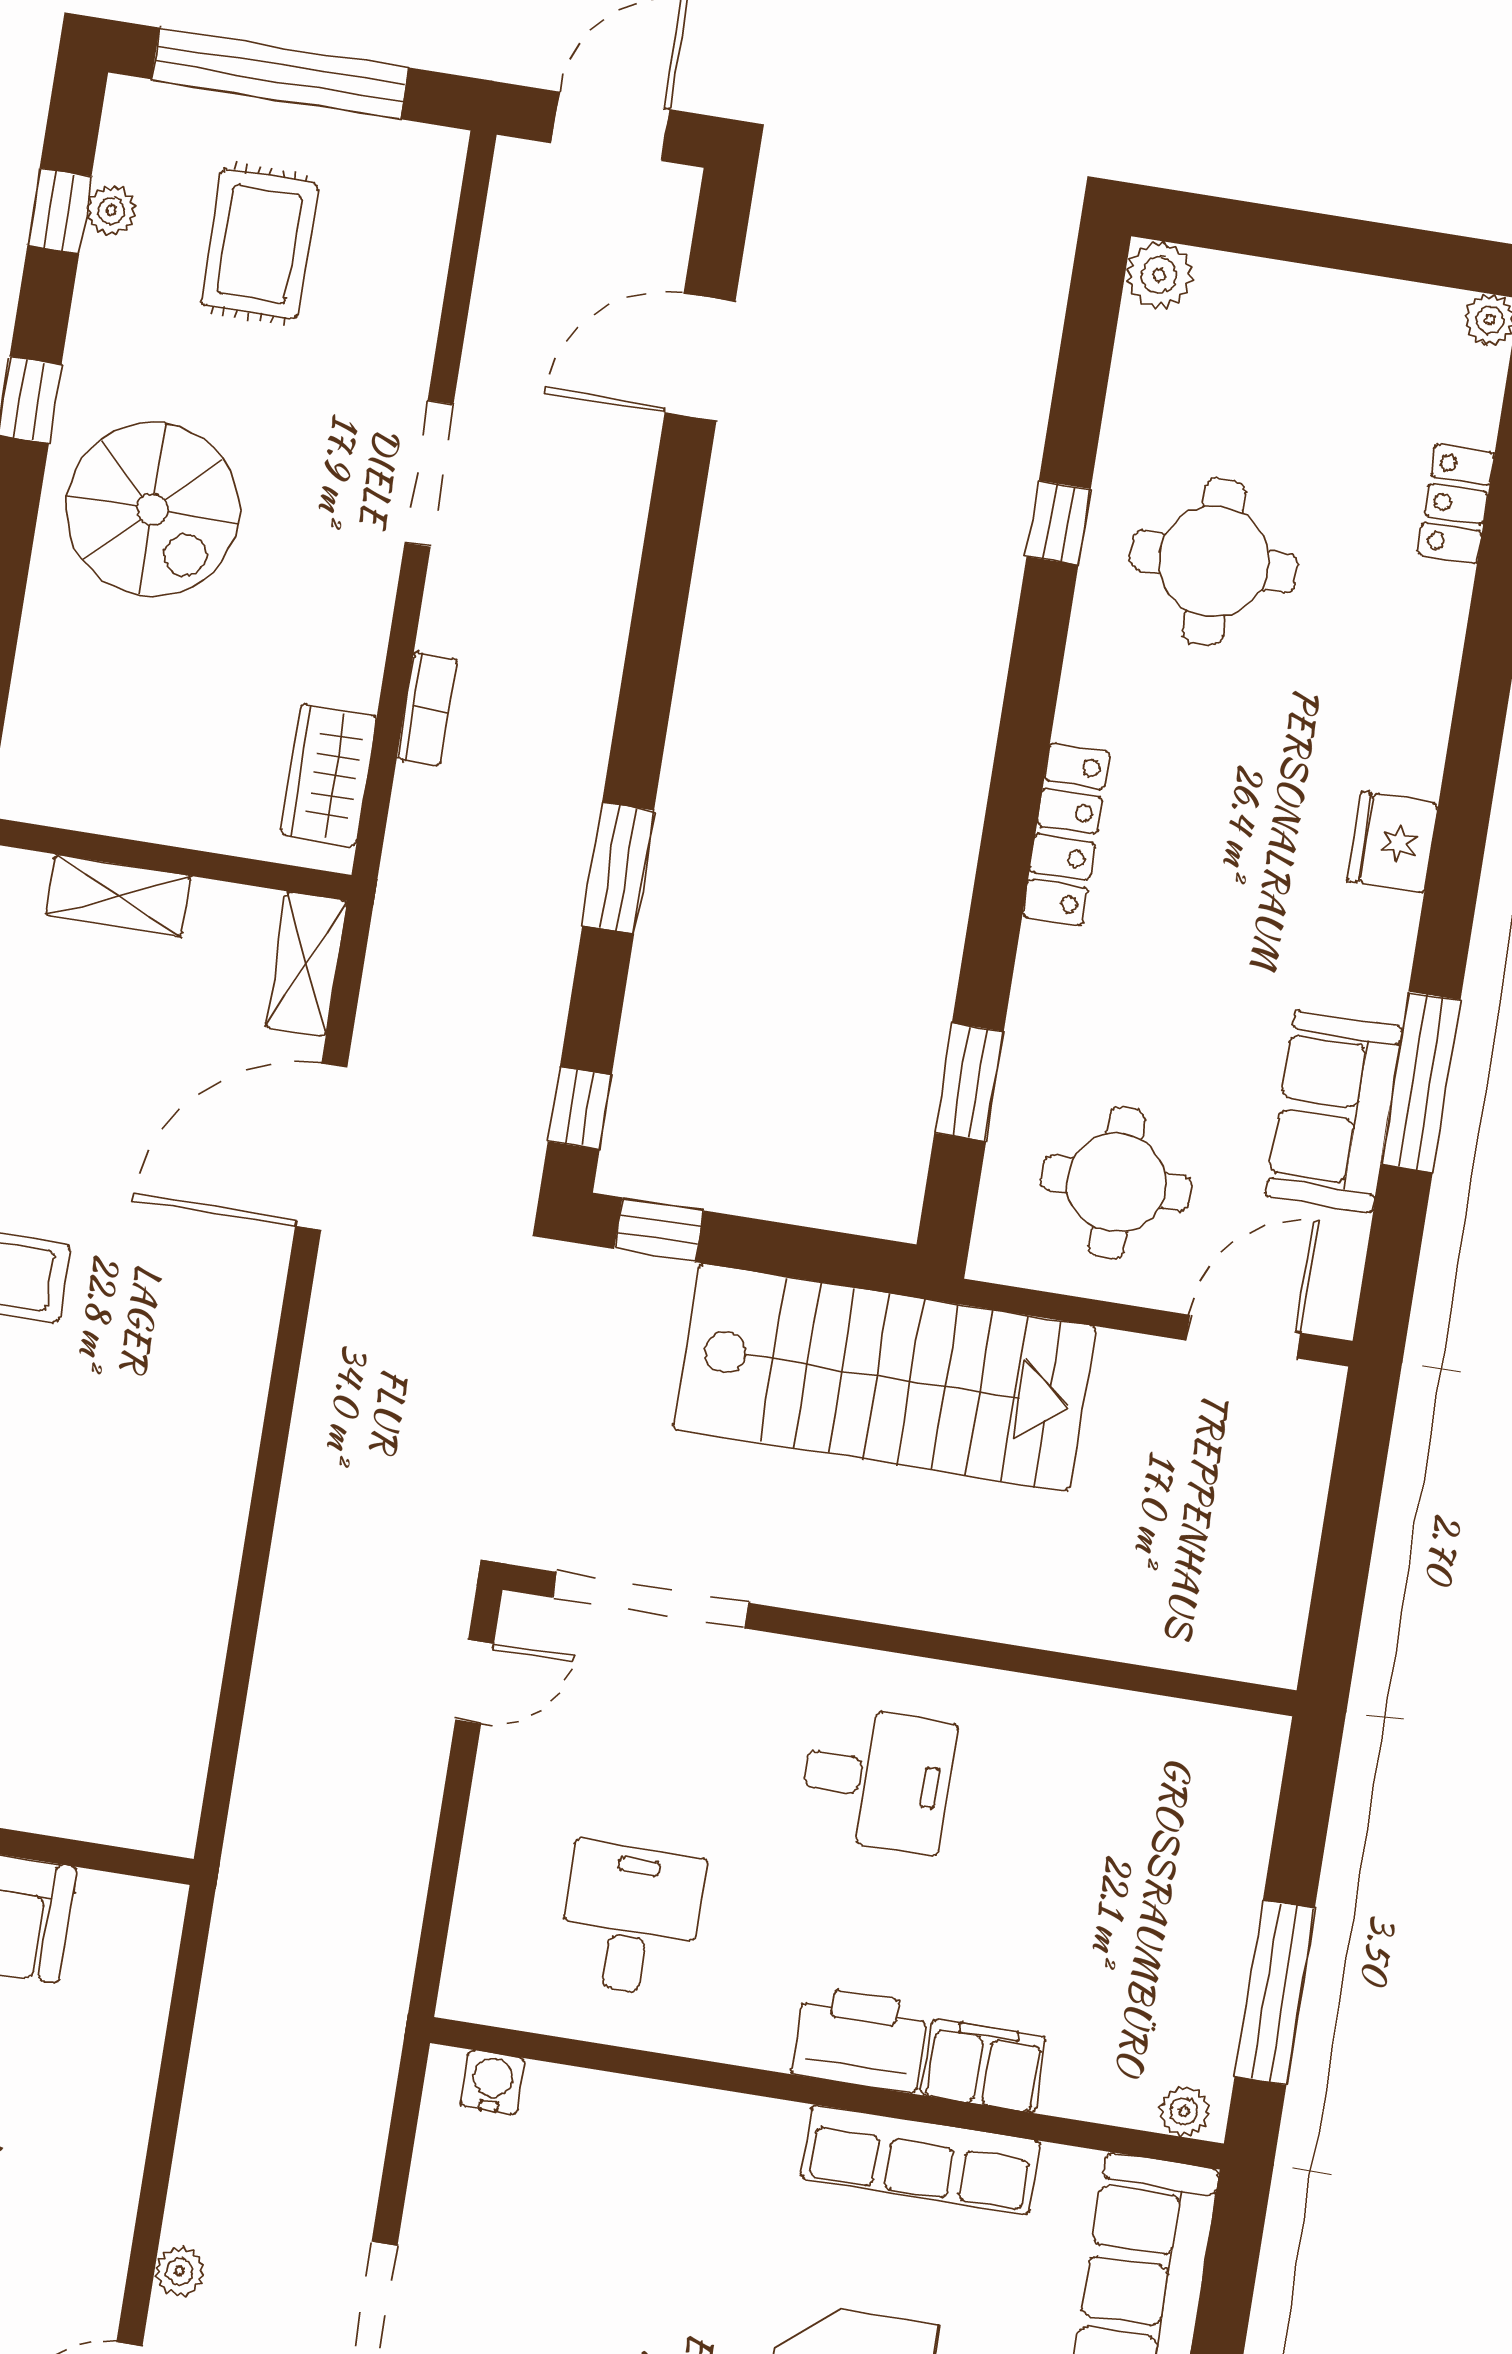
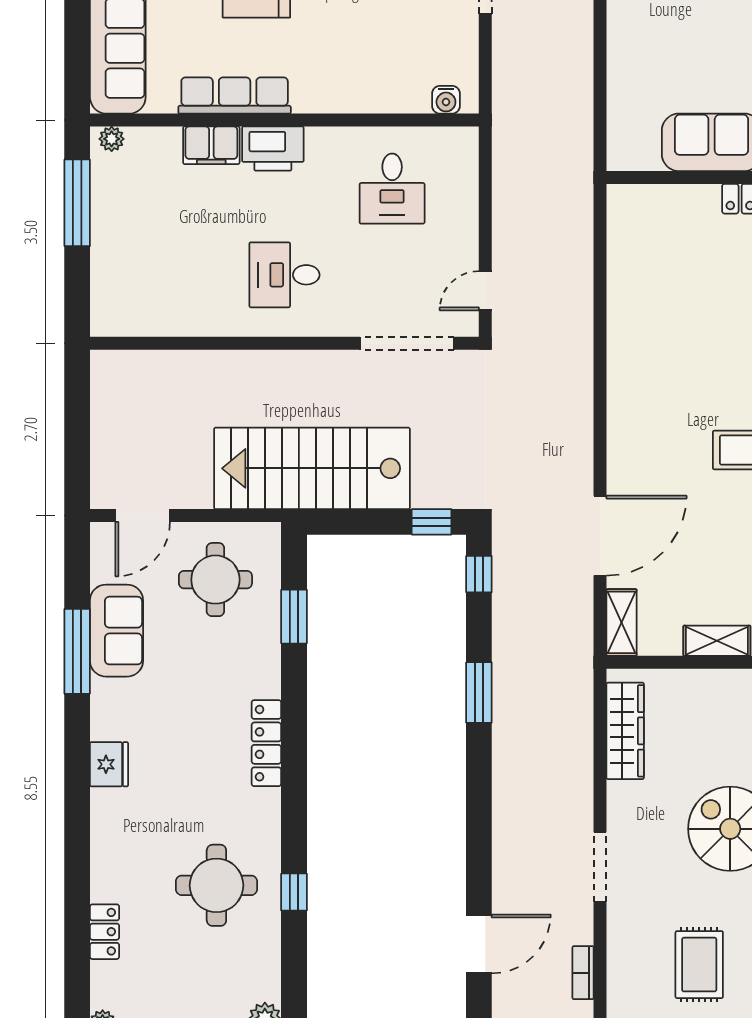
bookcase: (427, 709) -> (583, 973), moved
wardrobe: (329, 775) -> (625, 731), width x1.50

